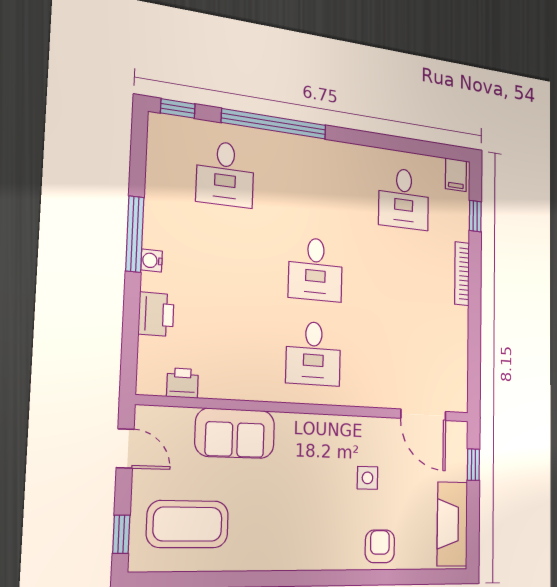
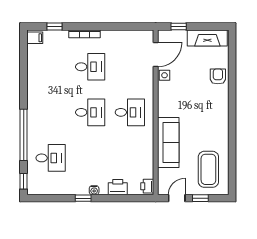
desk: (404, 199) -> (90, 67), moved
window: (135, 234) -> (83, 198), width x0.46
printer: (182, 383) -> (147, 186), moved
sofa: (235, 433) -> (168, 142), width x1.36
side table: (367, 478) -> (164, 75), moved
window: (121, 534) -> (200, 198), moved
armchair: (380, 546) -> (218, 76), turned 90

